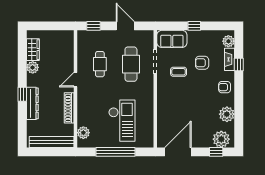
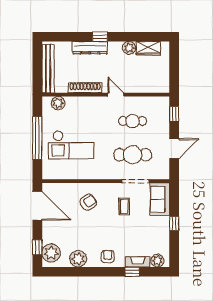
armchair: (202, 63) -> (88, 202), moved, turned 57

